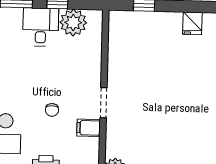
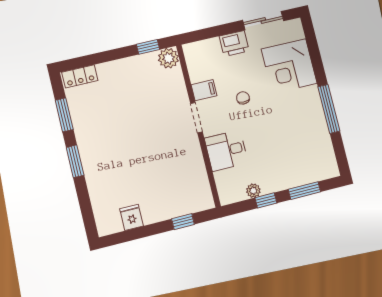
plant: (73, 23) -> (253, 191), width x0.53, depth x0.53
desk: (41, 27) -> (226, 151), moved, turned 90

